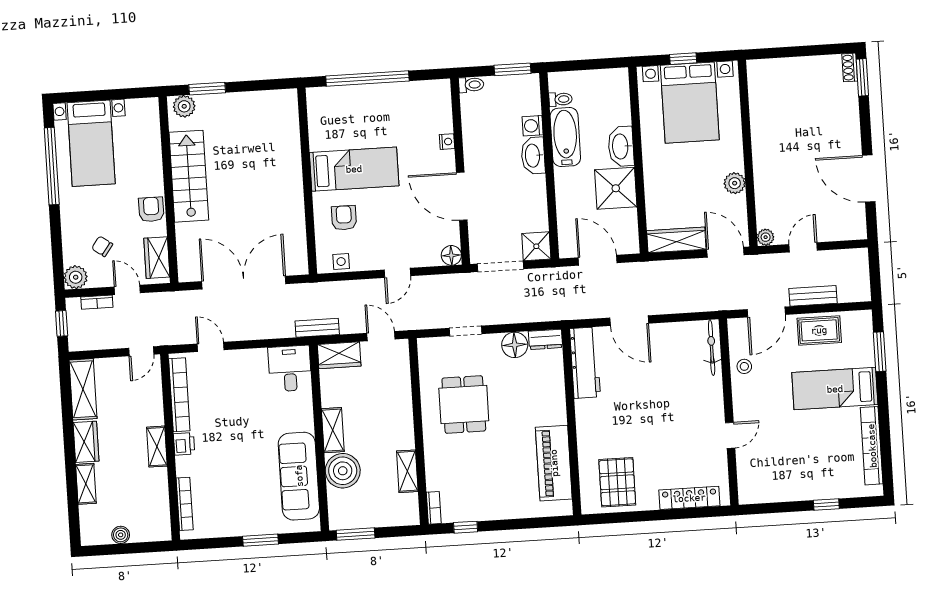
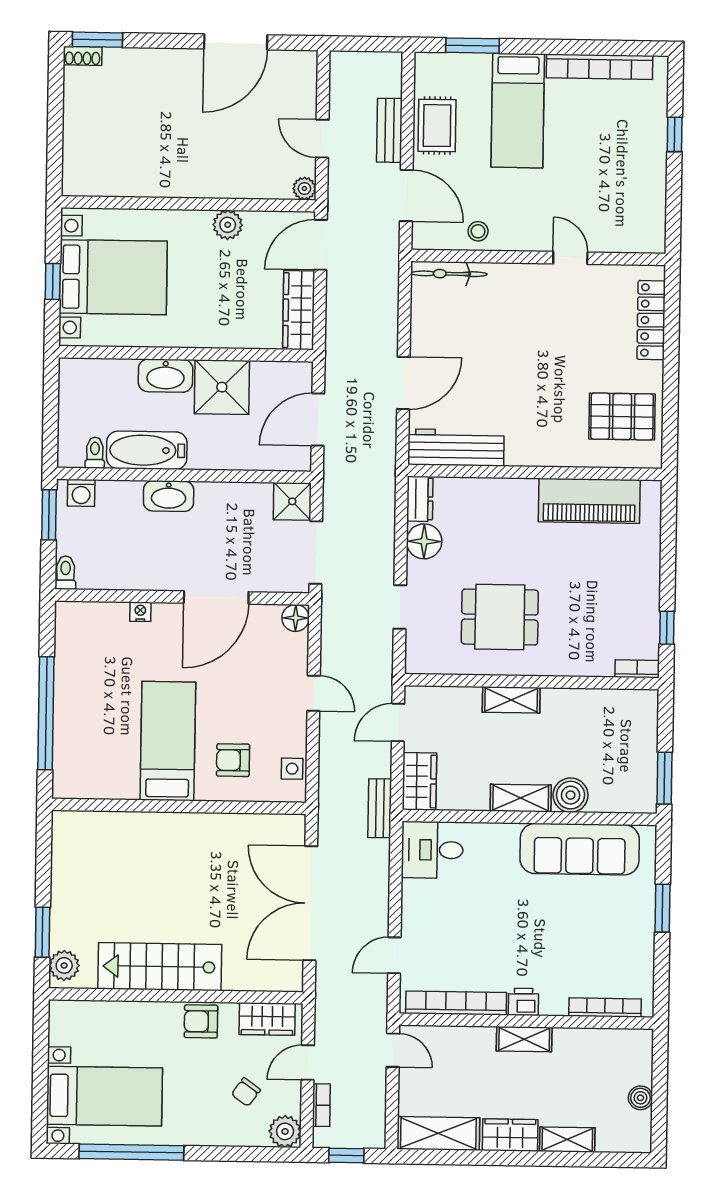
washing machine: (533, 126) -> (81, 493), moved
boiler: (343, 471) -> (571, 795), width x0.73, depth x0.73
shelving: (407, 471) -> (511, 700), moved

